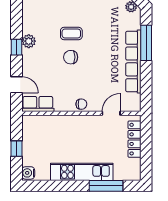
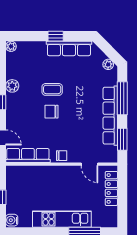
plant: (29, 41) -> (12, 86), moved
window: (146, 87) -> (122, 139), added
row of seats: (38, 104) -> (28, 155), width x1.48
door: (111, 113) -> (90, 164), swing flipped

